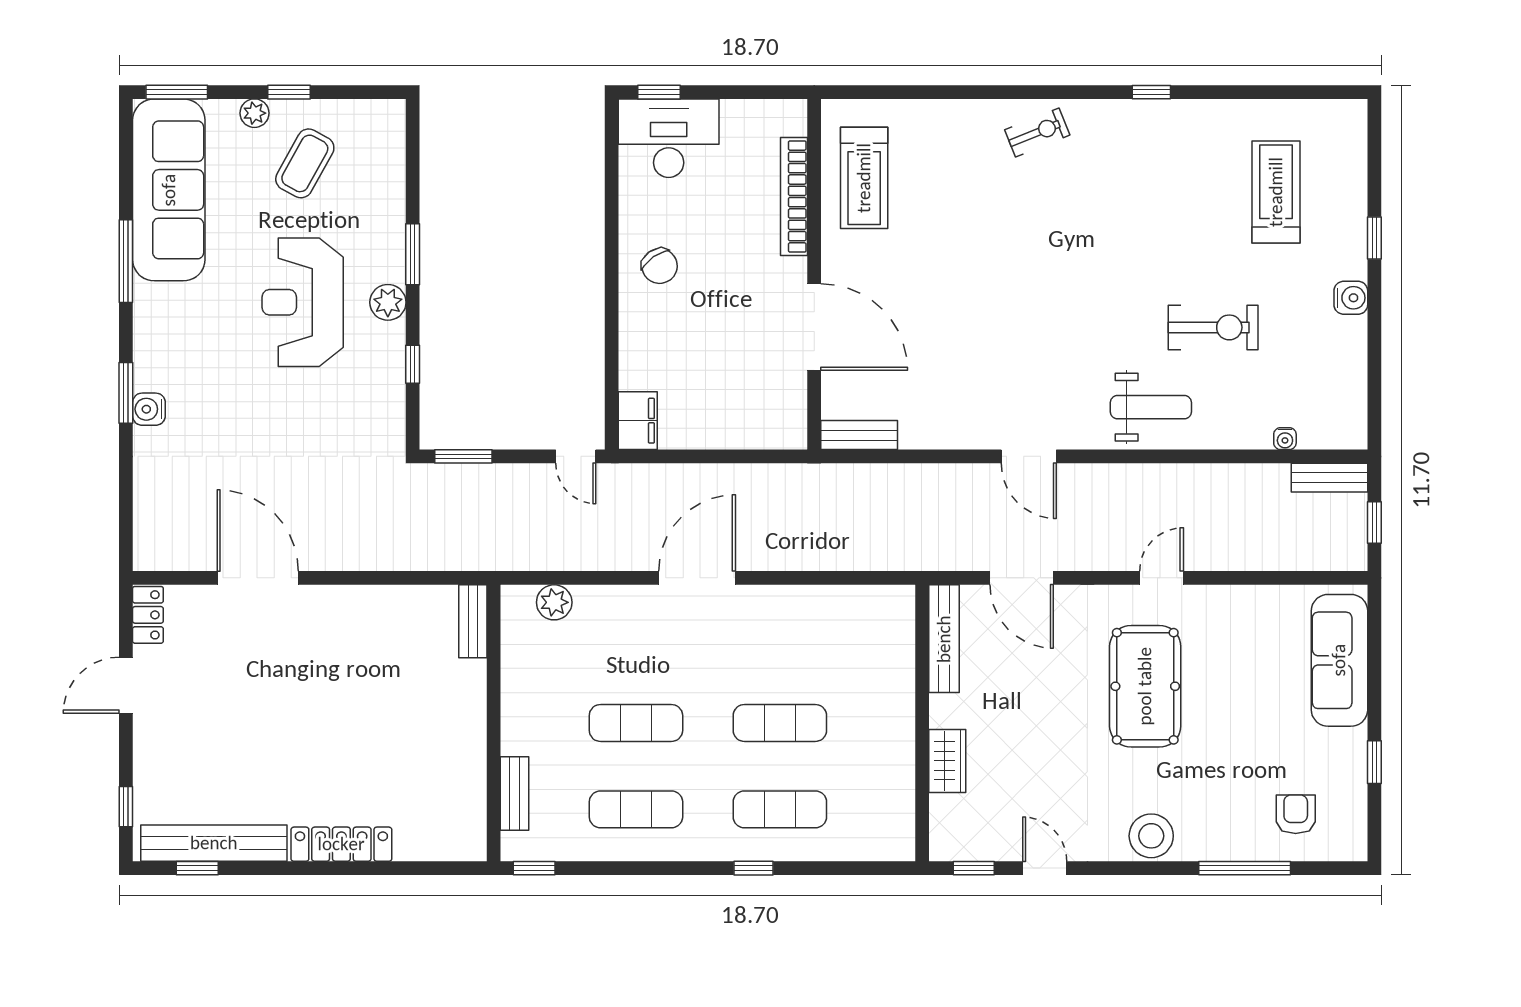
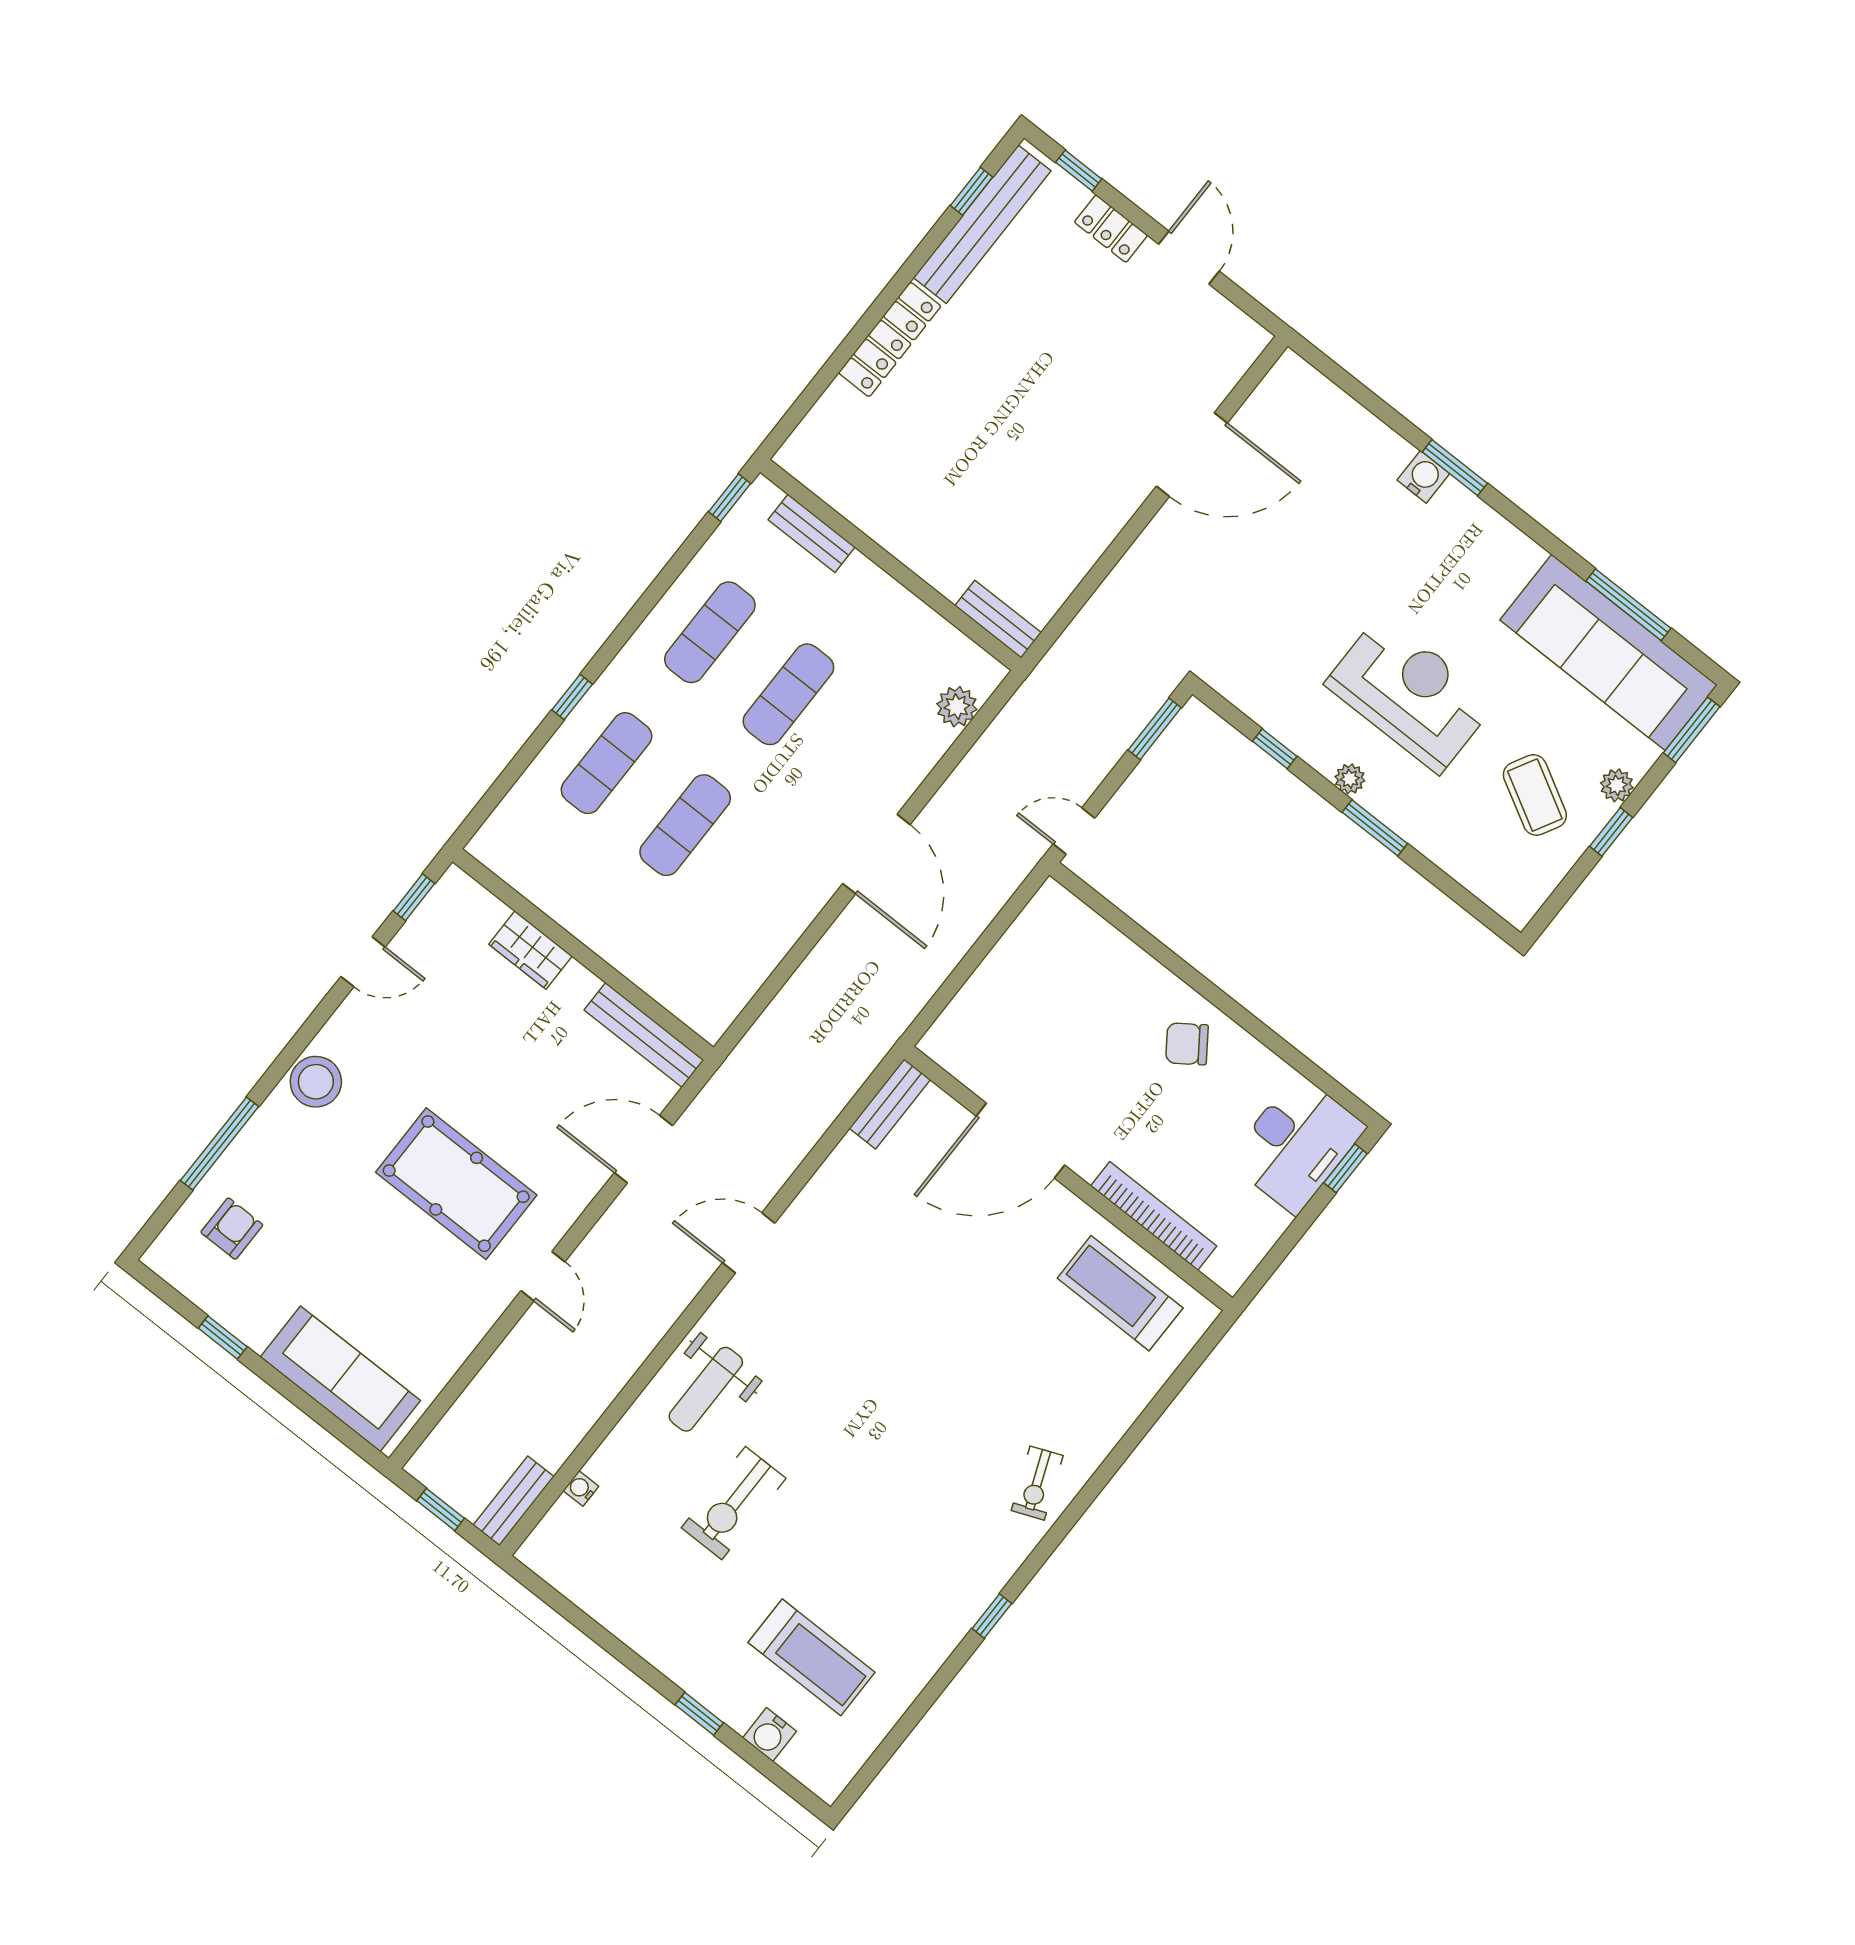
window: (126, 261) -> (1628, 605), moved
water cooler: (1351, 298) -> (769, 1735), moved
plant: (388, 302) -> (1350, 779), width x0.73, depth x0.73
filing cabinet: (638, 421) -> (1062, 913), removed
locker: (148, 615) -> (1111, 229), moved
armchair: (1296, 814) -> (232, 1229), turned -90

